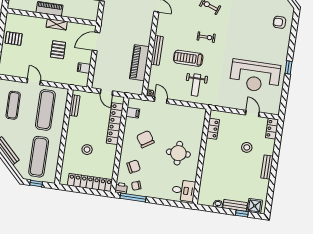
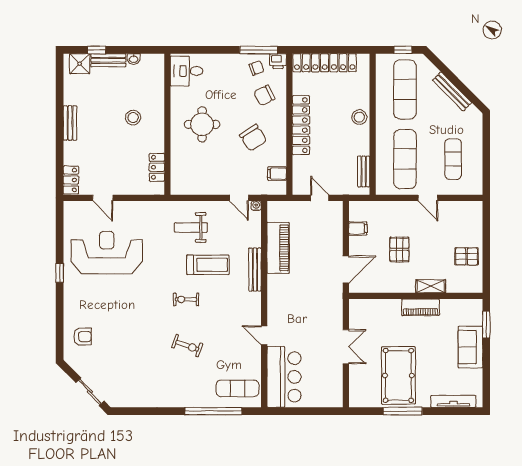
shelving: (57, 24) -> (431, 286), moved
weight bench: (196, 85) -> (191, 227), turned -90
locker: (115, 124) -> (301, 125), moved
stool: (247, 147) -> (133, 118), moved
stool: (87, 150) -> (359, 117), moved

